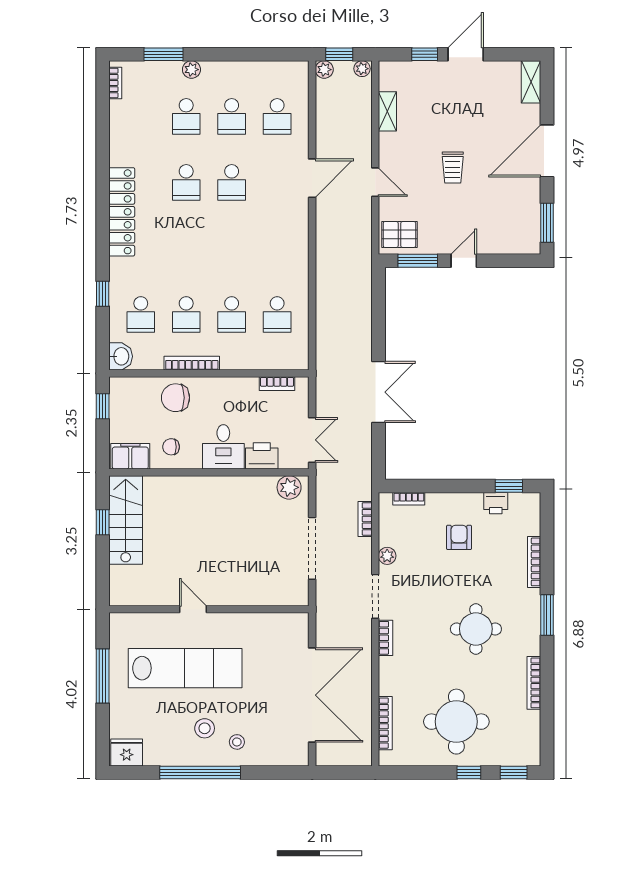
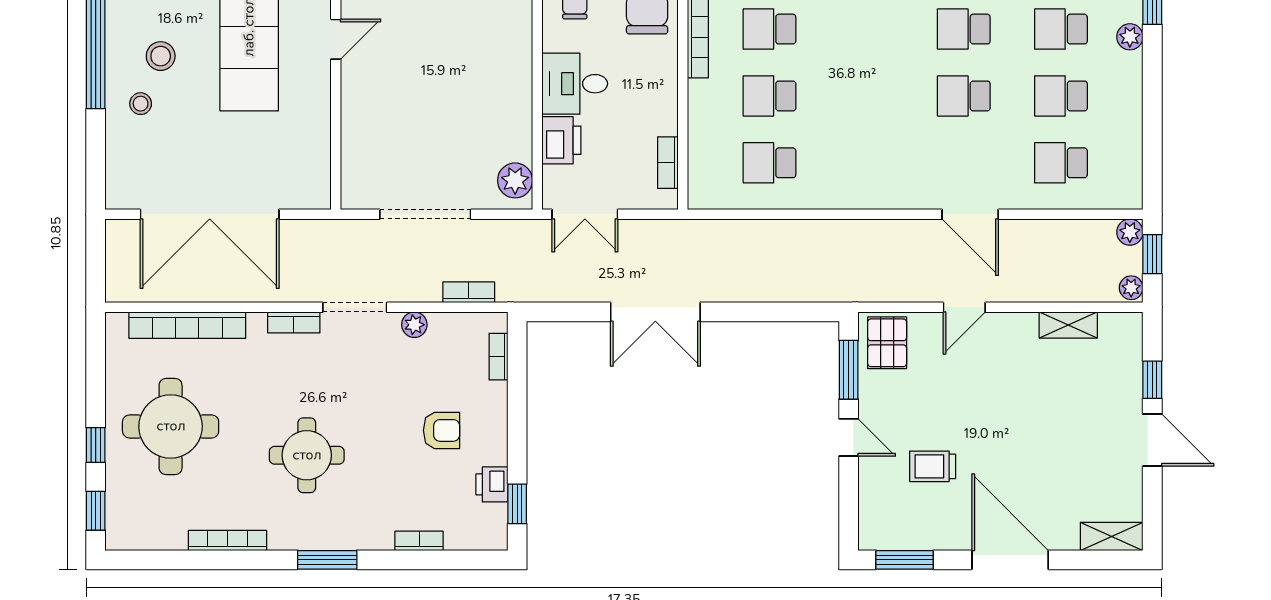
trolley: (453, 168) -> (933, 466), moved
bookcase: (534, 562) -> (419, 541), width x0.64
bookcase: (385, 723) -> (187, 325), width x1.48, depth x1.31

